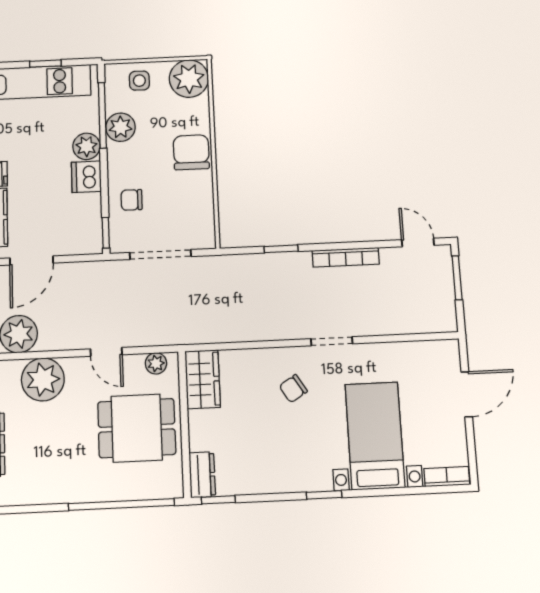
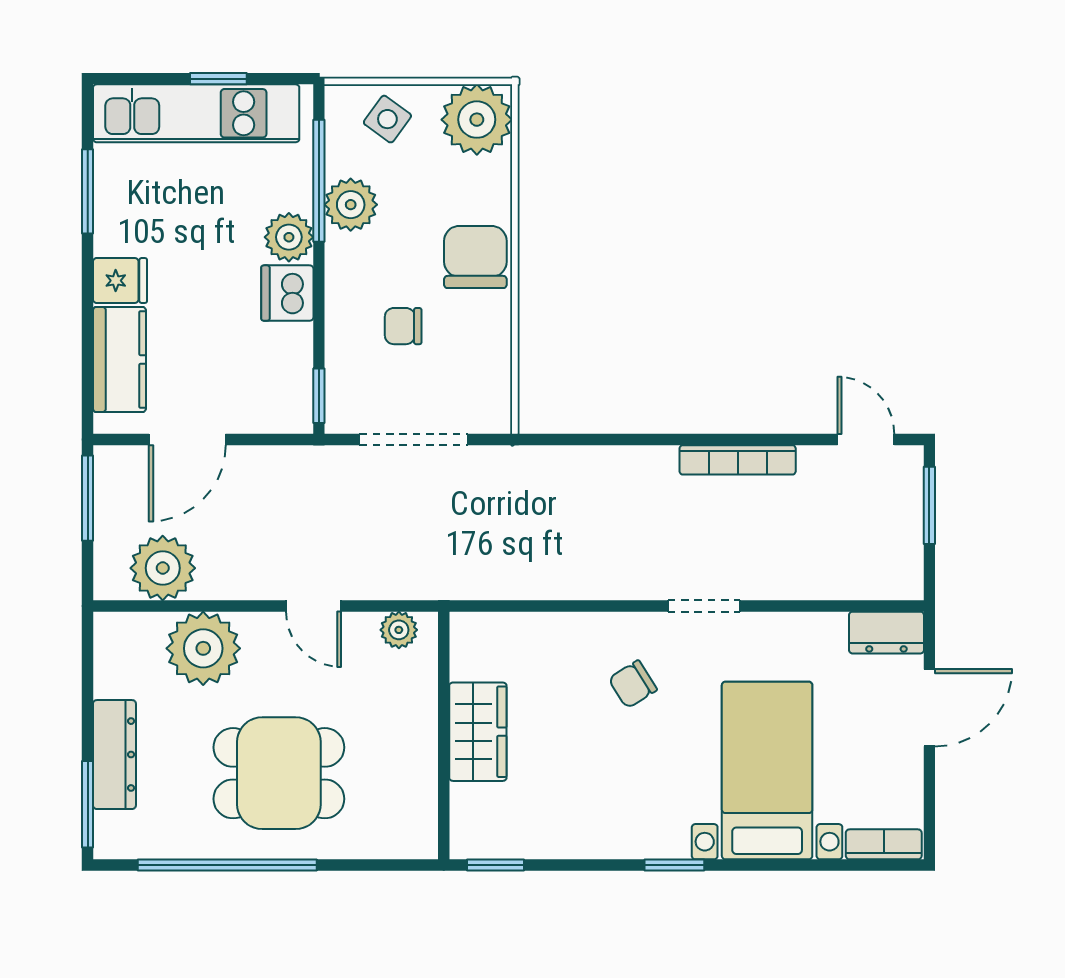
side table: (139, 81) -> (387, 119), turned 36
chair: (132, 200) -> (403, 326), moved
window: (281, 249) -> (625, 439), removed
wardrobe: (203, 379) -> (478, 732), moved
dining table: (137, 428) -> (279, 773), moved
dresser: (202, 475) -> (886, 633), moved, turned 90
window: (121, 504) -> (227, 865), moved

